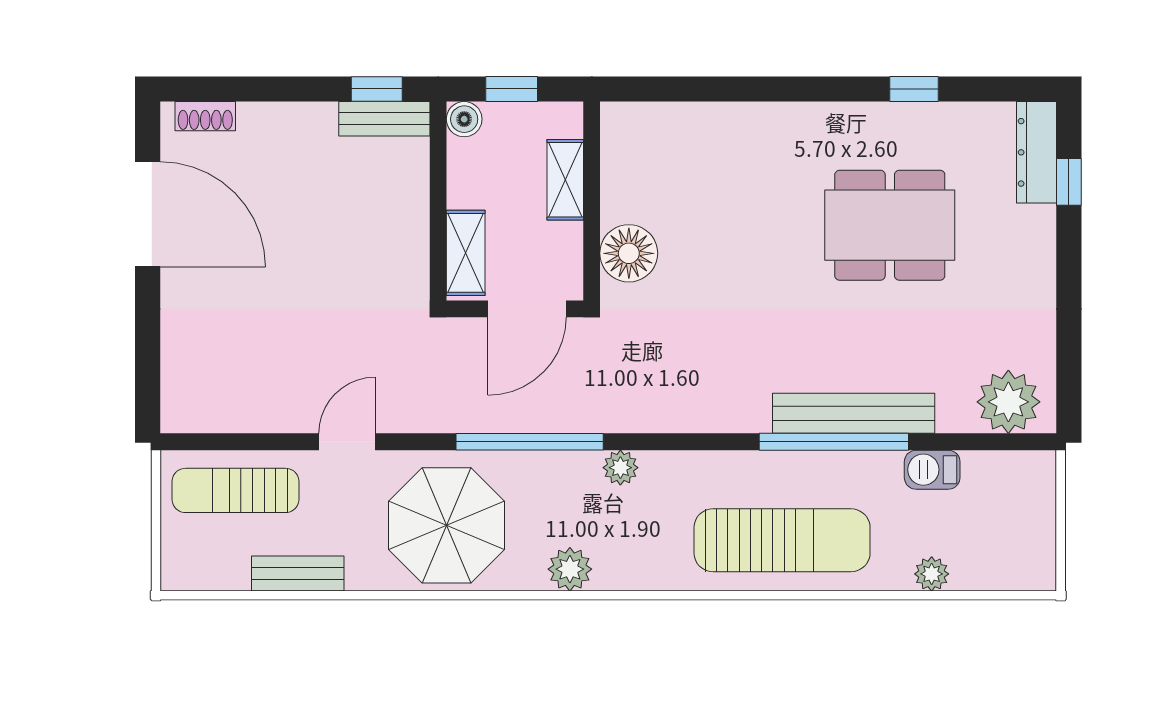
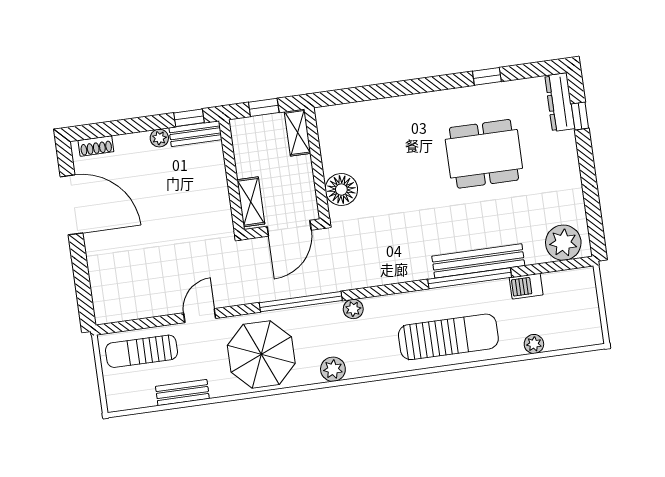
plant: (319, 118) -> (159, 138), added
boiler: (464, 119) -> (240, 128), removed
shelving: (565, 180) -> (298, 133), moved

